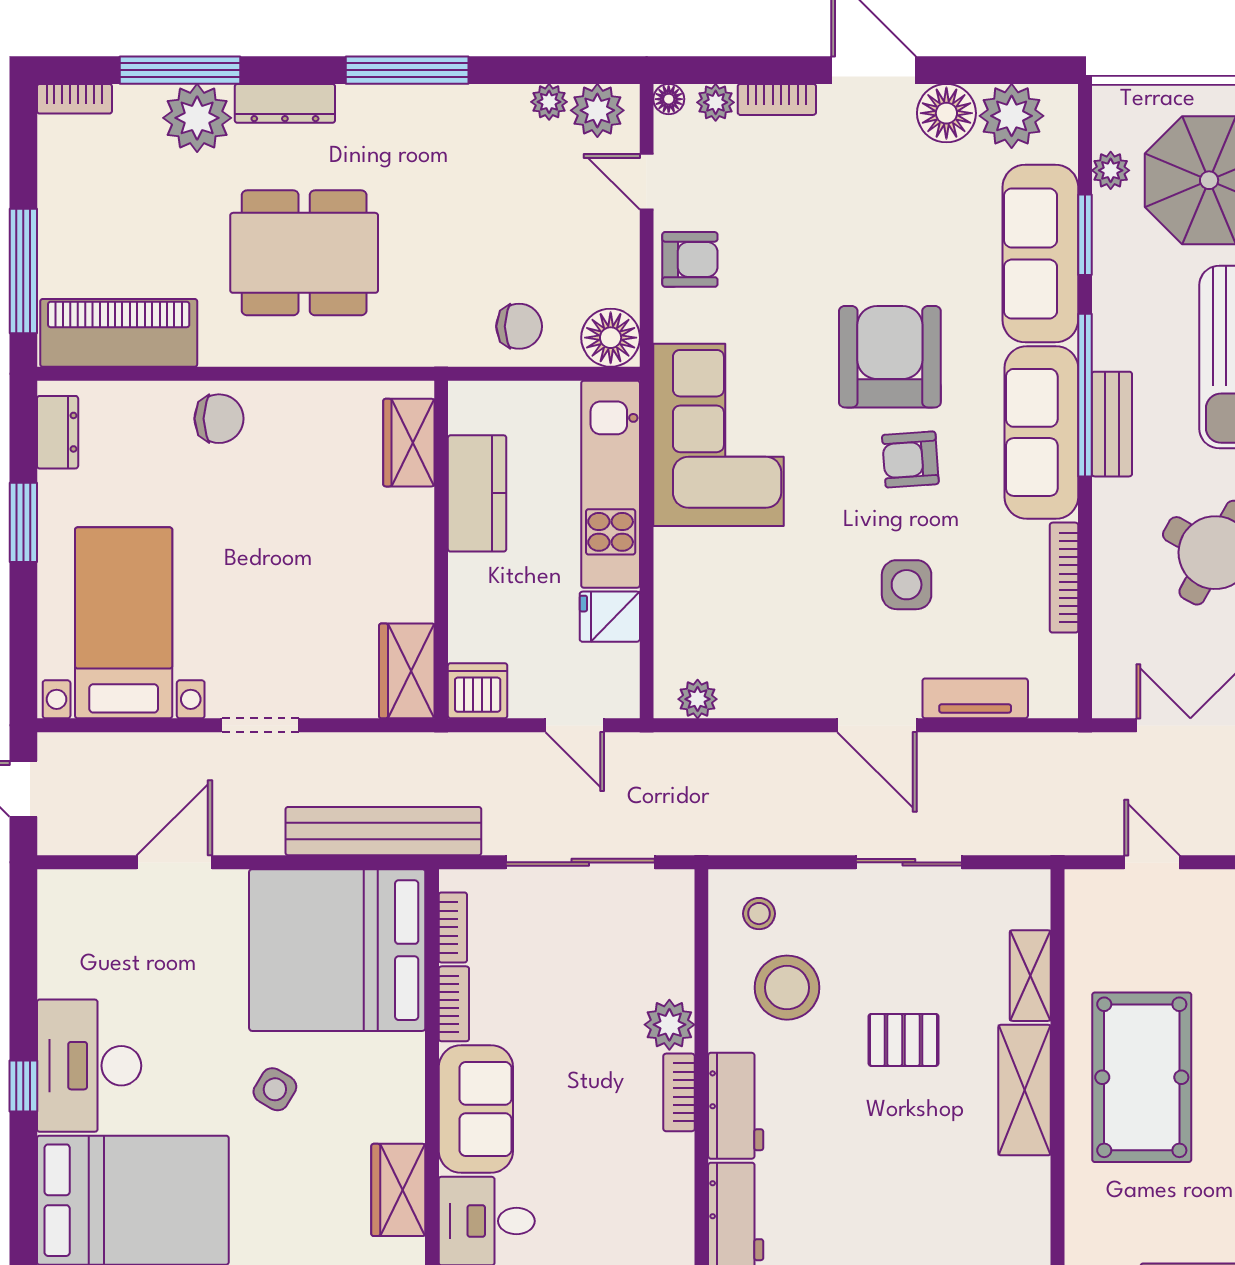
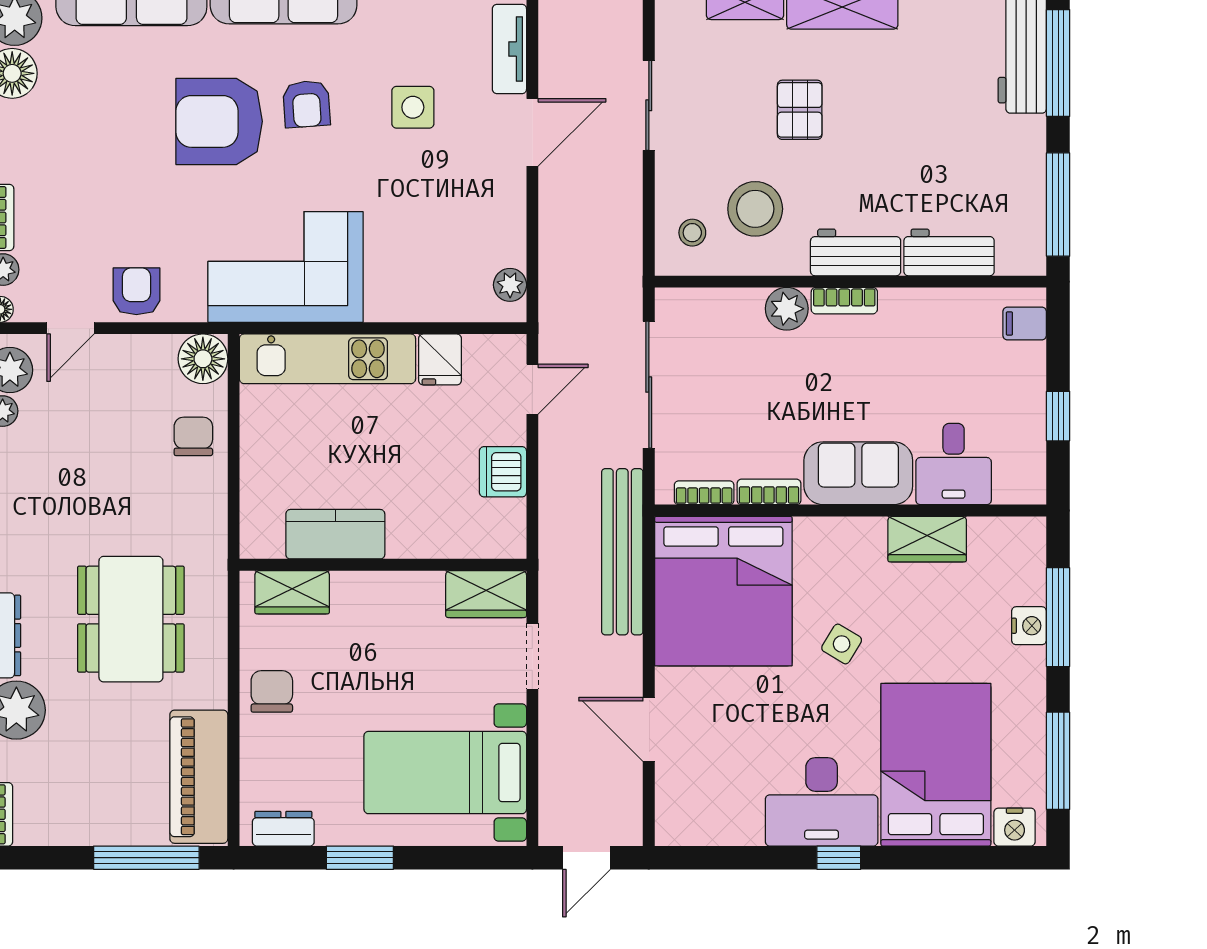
wardrobe: (409, 443) -> (292, 592), moved
kitchen counter: (477, 493) -> (335, 534), moved
wall: (441, 550) -> (383, 565), moved
wardrobe: (407, 671) -> (486, 594), moved

